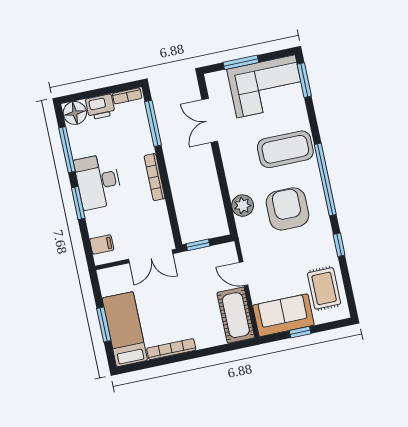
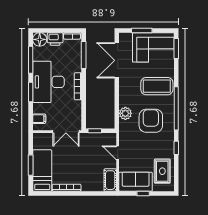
double door: (210, 121) -> (117, 60), width x1.37
desk: (98, 181) -> (48, 82), width x1.36, depth x1.30
cot: (236, 315) -> (110, 180), width x0.73, depth x0.75

